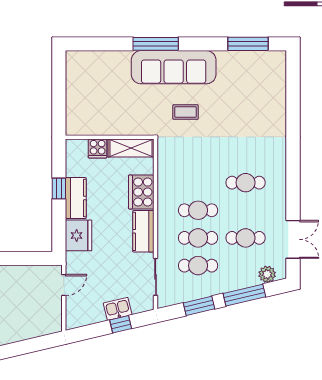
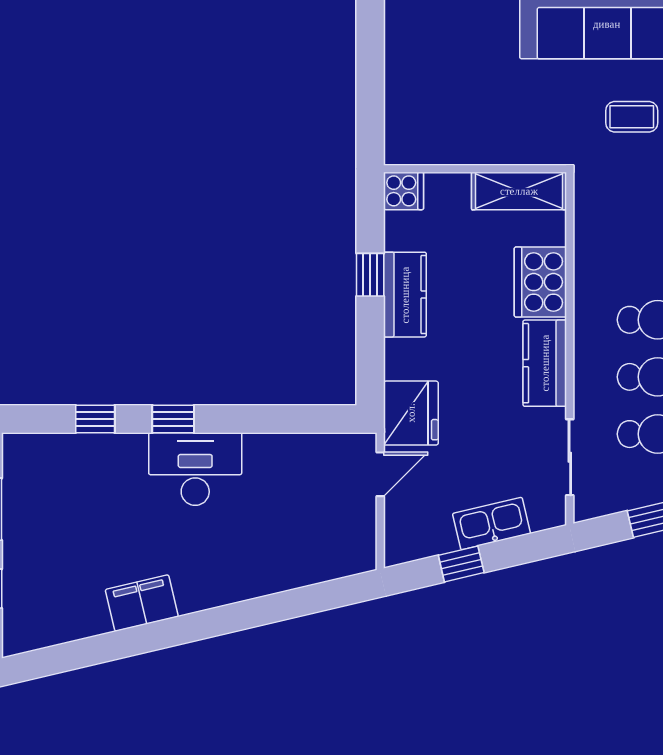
cooker: (98, 148) -> (404, 191), moved, turned -90
fridge: (79, 235) -> (411, 413), moved
kitchen sink: (118, 309) -> (492, 524), width x1.38
window: (121, 324) -> (461, 564), moved

